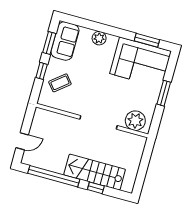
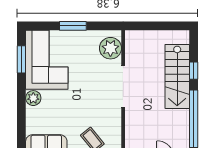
plant: (99, 38) -> (33, 98), moved

